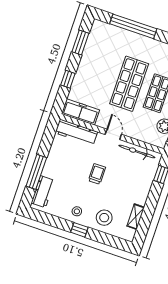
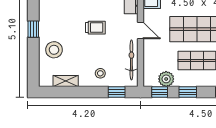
door: (113, 134) -> (140, 30), hinge flipped
stool: (77, 211) -> (100, 73), moved

